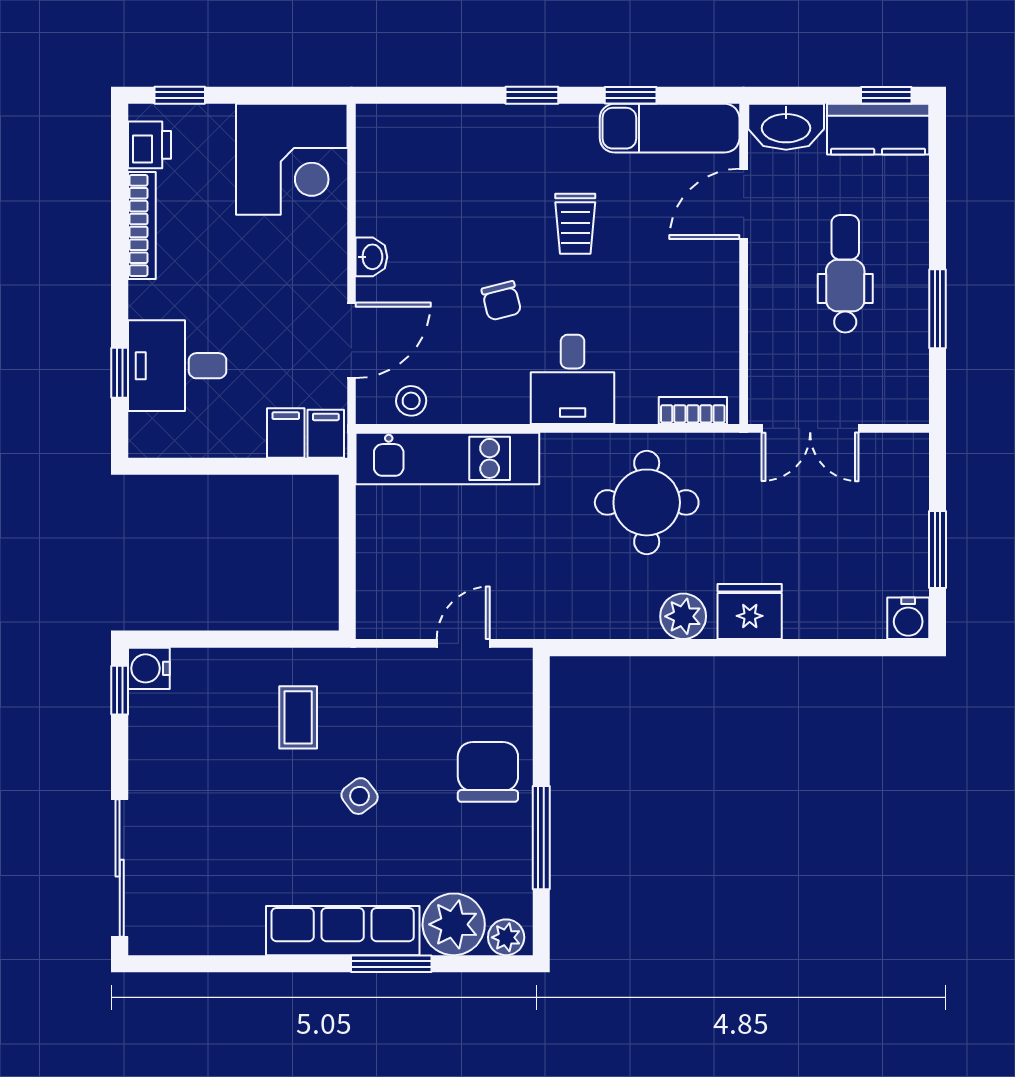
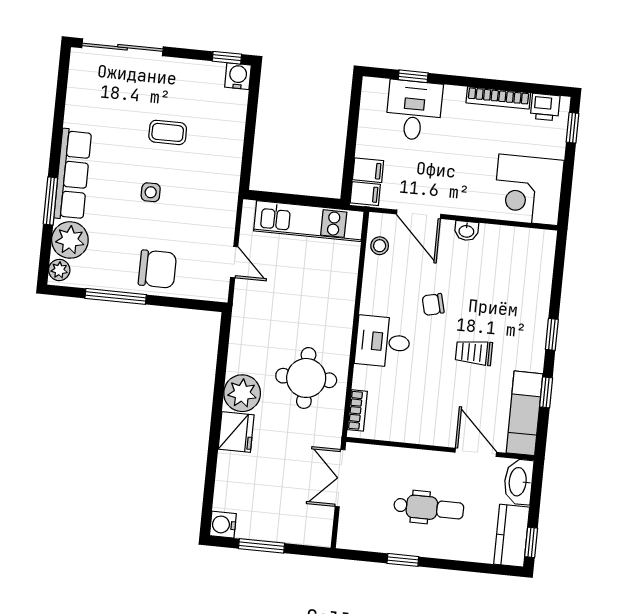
window: (937, 309) -> (403, 560), width x0.67
kitchen unit: (447, 458) -> (309, 221), moved, turned -90
plant: (683, 616) -> (242, 393), width x1.36, depth x1.36
coffee table: (298, 717) -> (168, 132), moved
side table: (360, 796) -> (151, 192), turned 37

